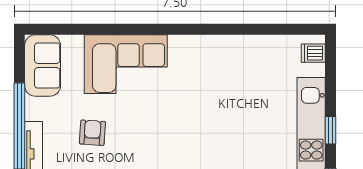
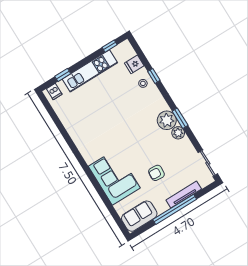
window: (331, 130) -> (63, 75), moved

